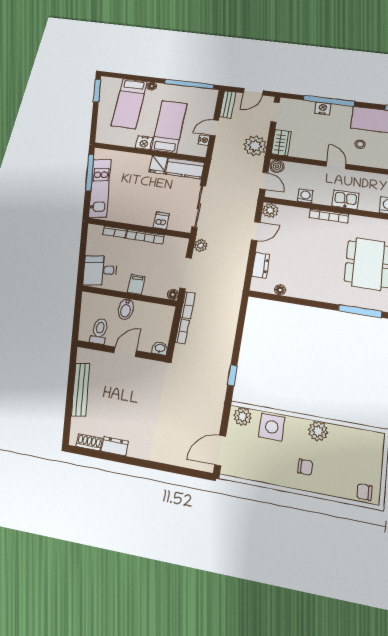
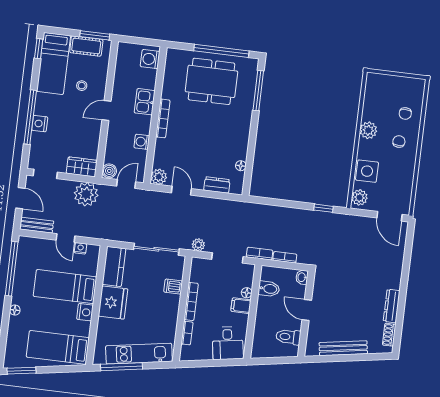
bed: (129, 103) -> (58, 347), moved, turned 180
fridge: (158, 165) -> (113, 302), width x1.88, depth x1.34
floor lamp: (173, 295) -> (247, 293), moved
bidet: (126, 309) -> (269, 289), moved
dresser: (115, 446) -> (392, 306), width x1.44
chair: (364, 492) -> (405, 114), moved

